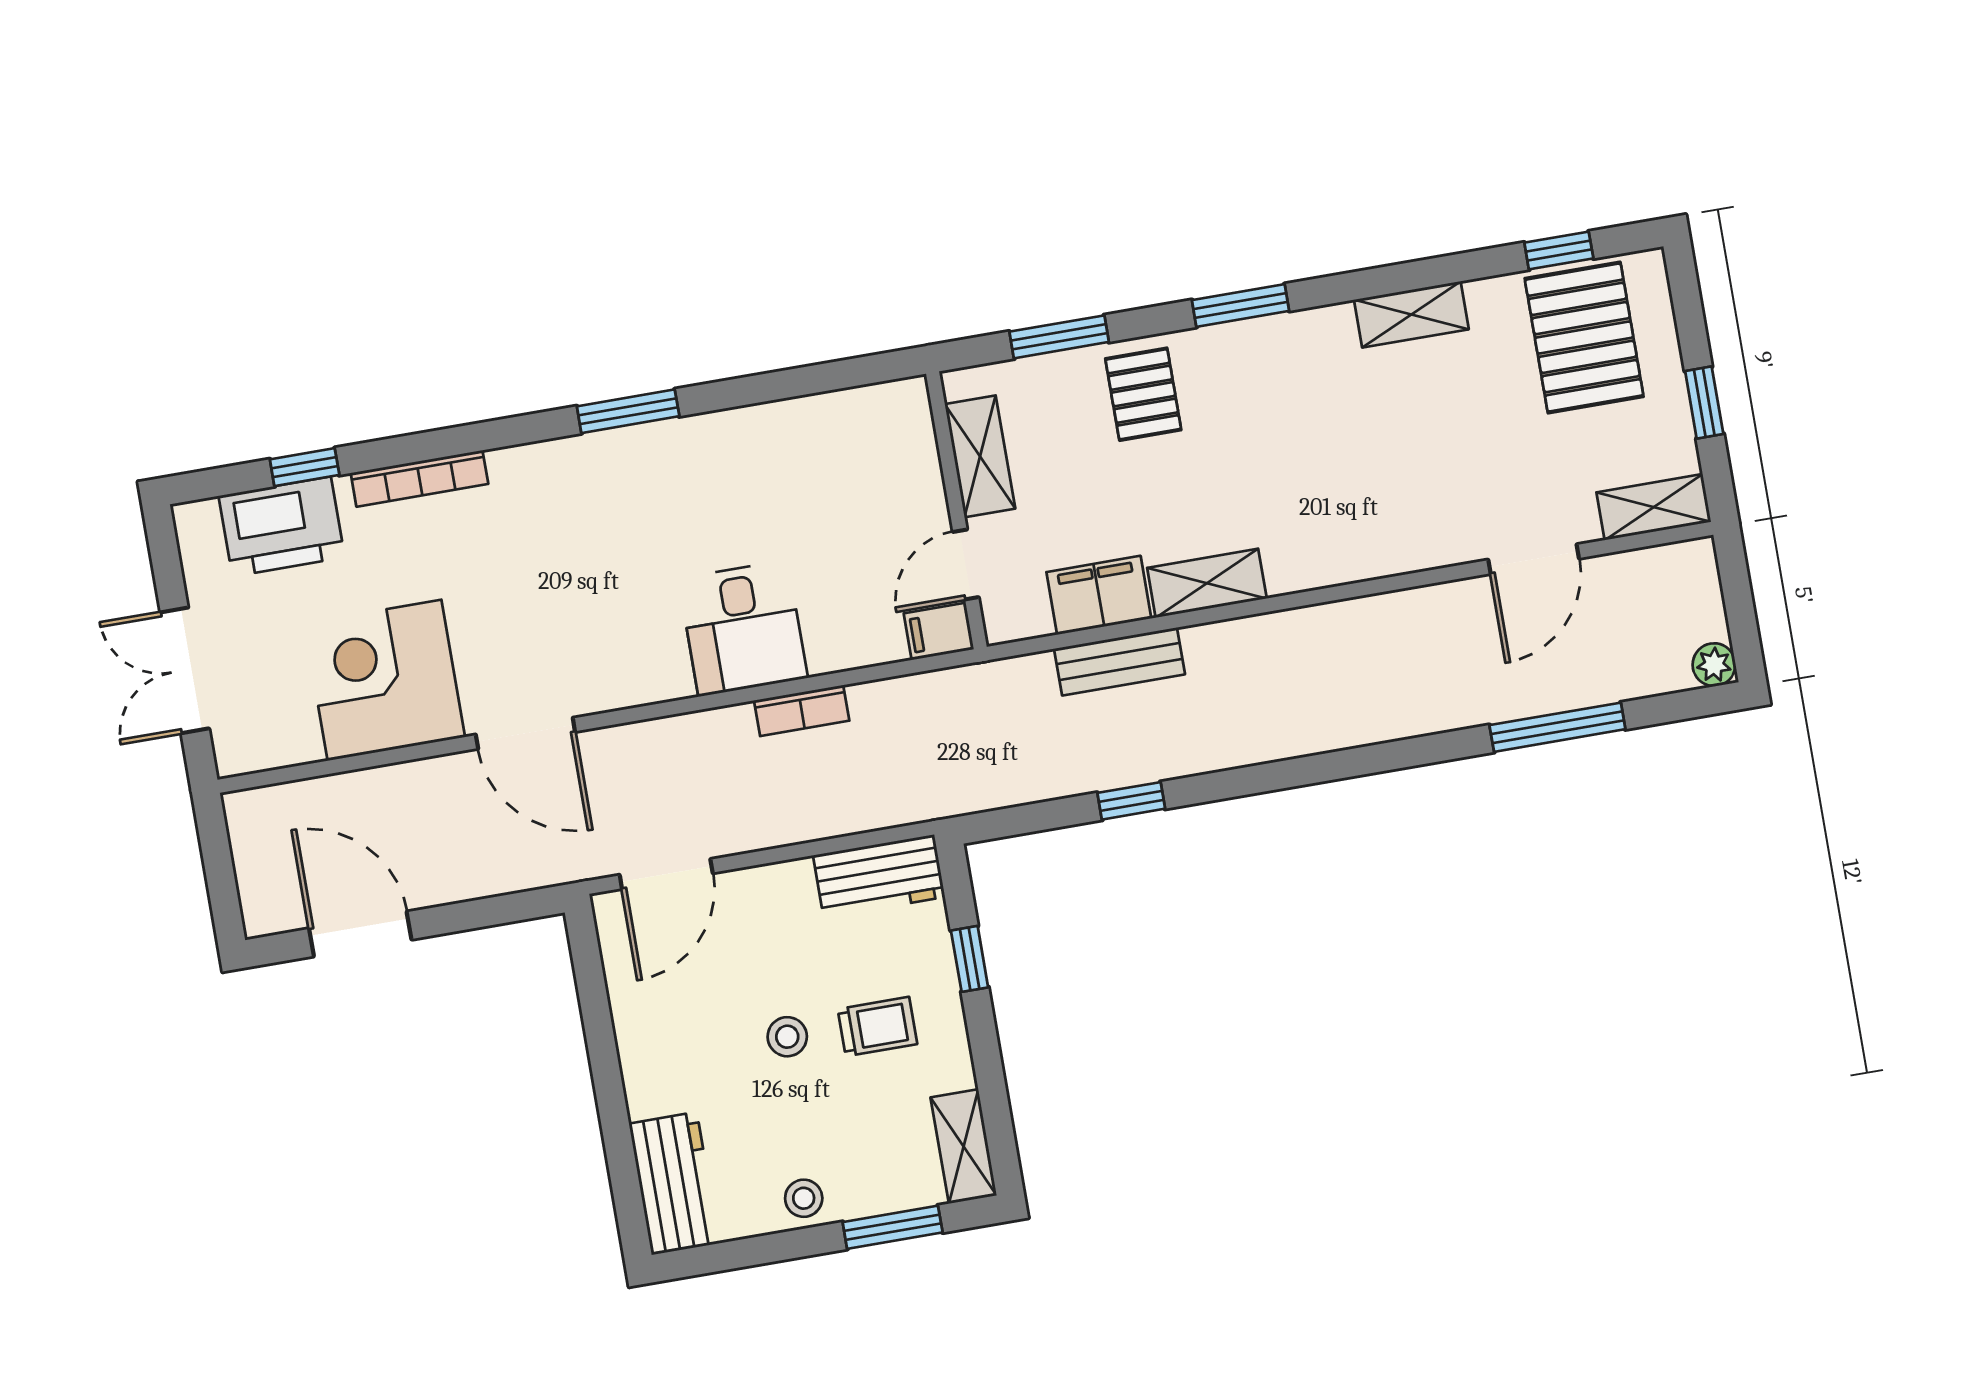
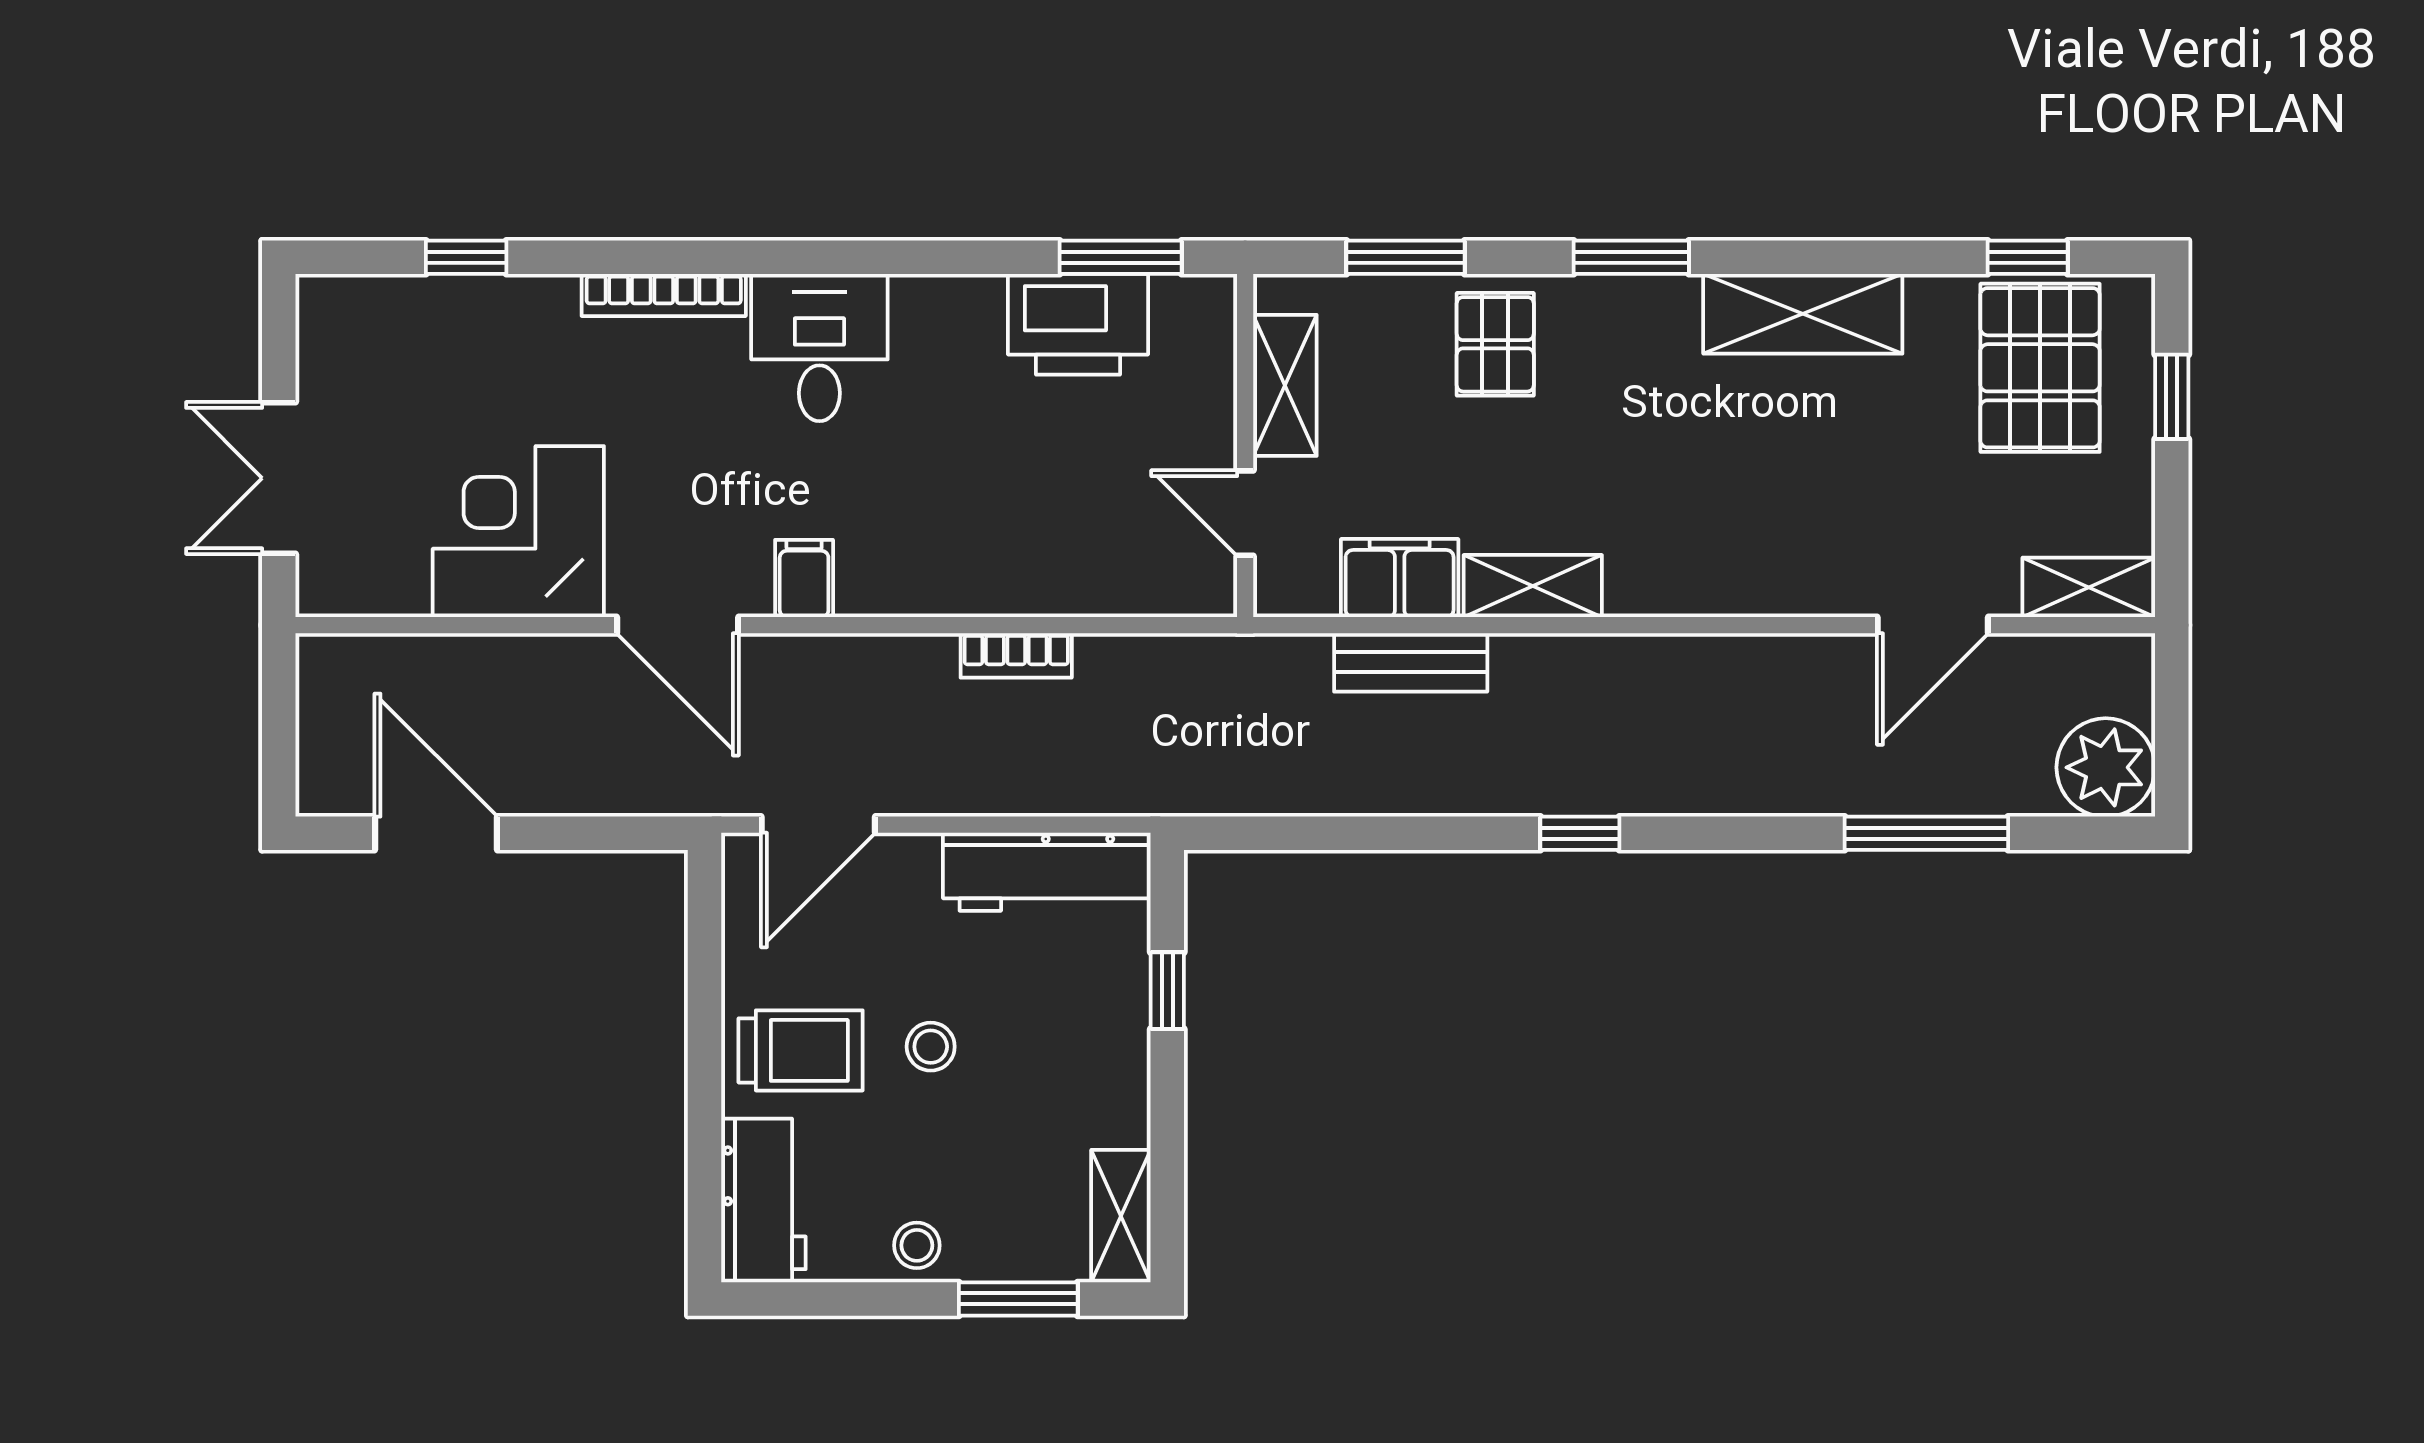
shelving: (1411, 314) -> (1803, 314), width x1.50, depth x1.33
window: (1704, 403) -> (2172, 397), moved
window: (628, 411) -> (1121, 257), moved
bookcase: (419, 478) -> (664, 295), moved
printer: (282, 527) -> (1078, 324), moved
door: (966, 565) -> (1245, 513), hinge flipped
desk: (743, 628) -> (819, 348), moved, turned 180
filing cabinet: (939, 631) -> (804, 579), moved, turned 90
plant: (1714, 665) -> (2106, 767), width x1.88, depth x1.88
window: (1131, 801) -> (1580, 833), moved
workbench: (879, 876) -> (1047, 872), width x1.38
trolley: (877, 1027) -> (801, 1050), moved, width x1.36, depth x1.39

